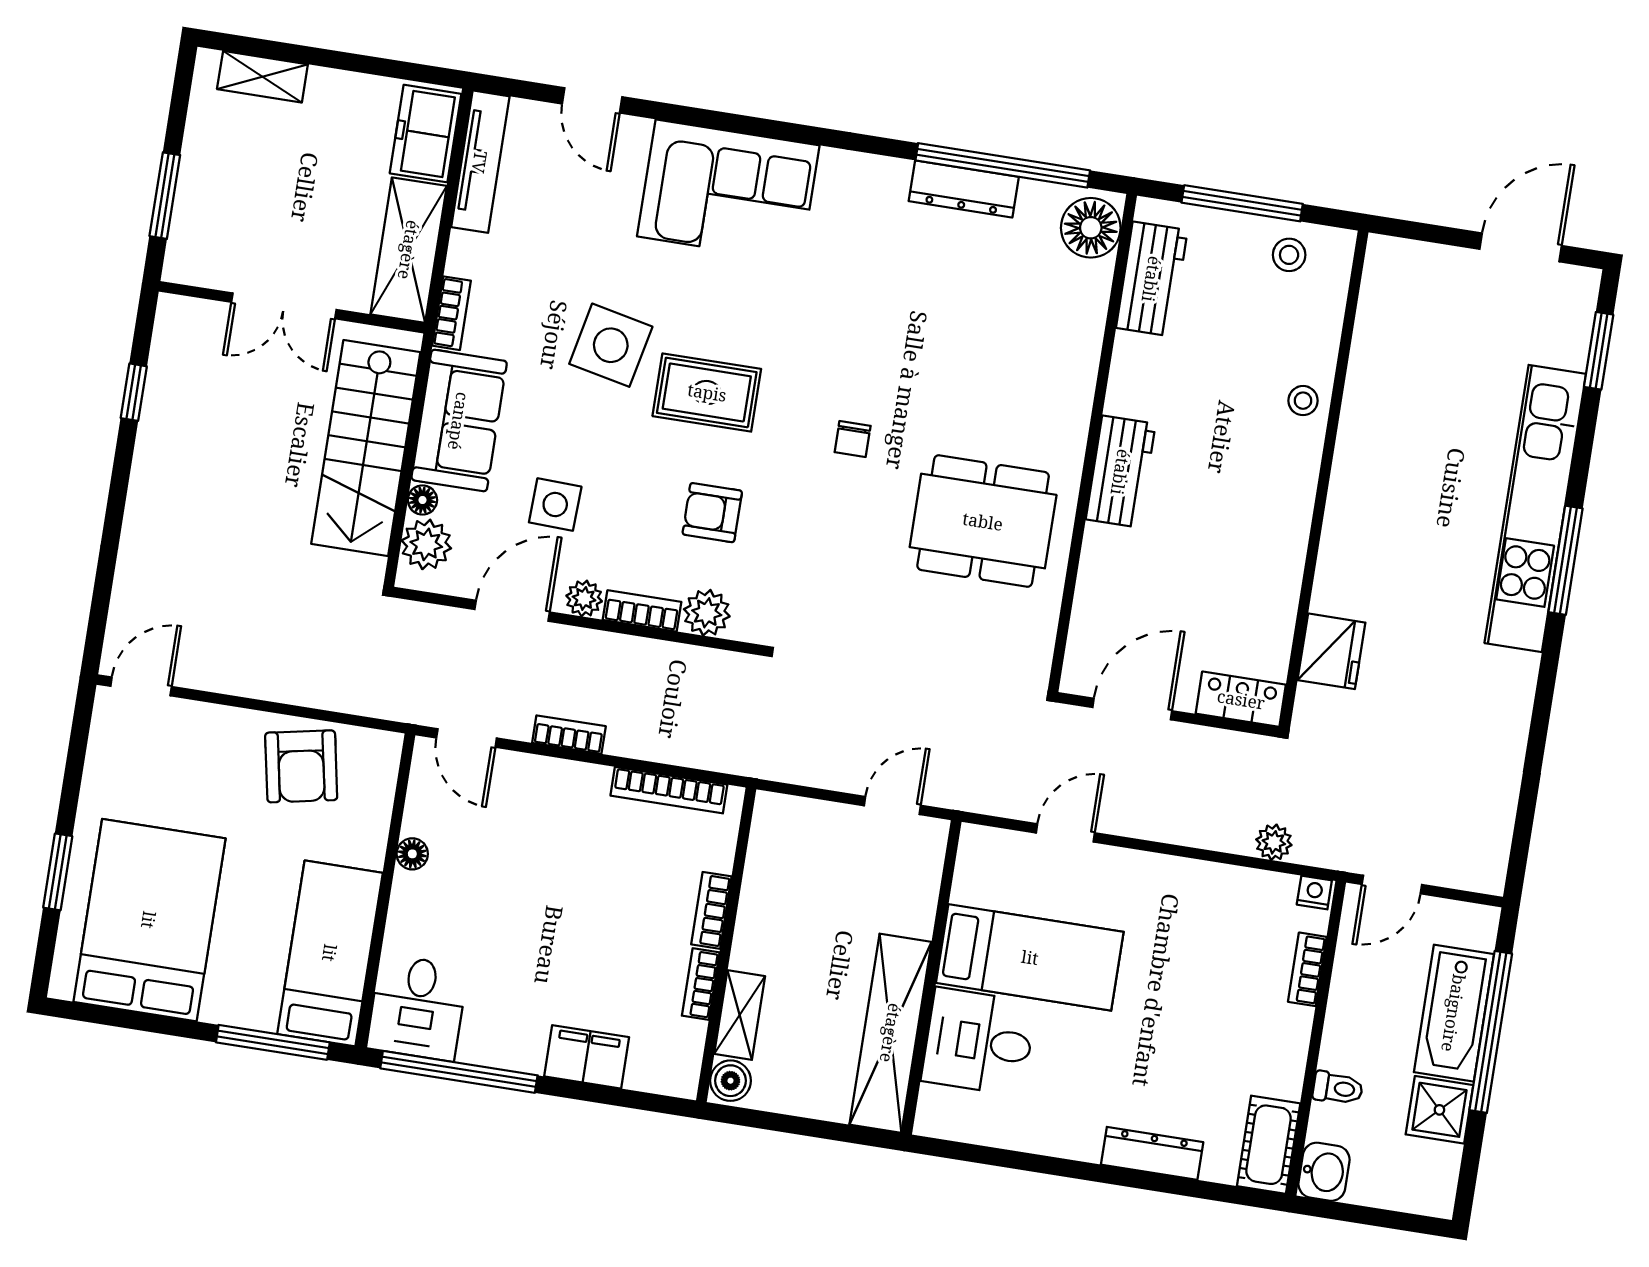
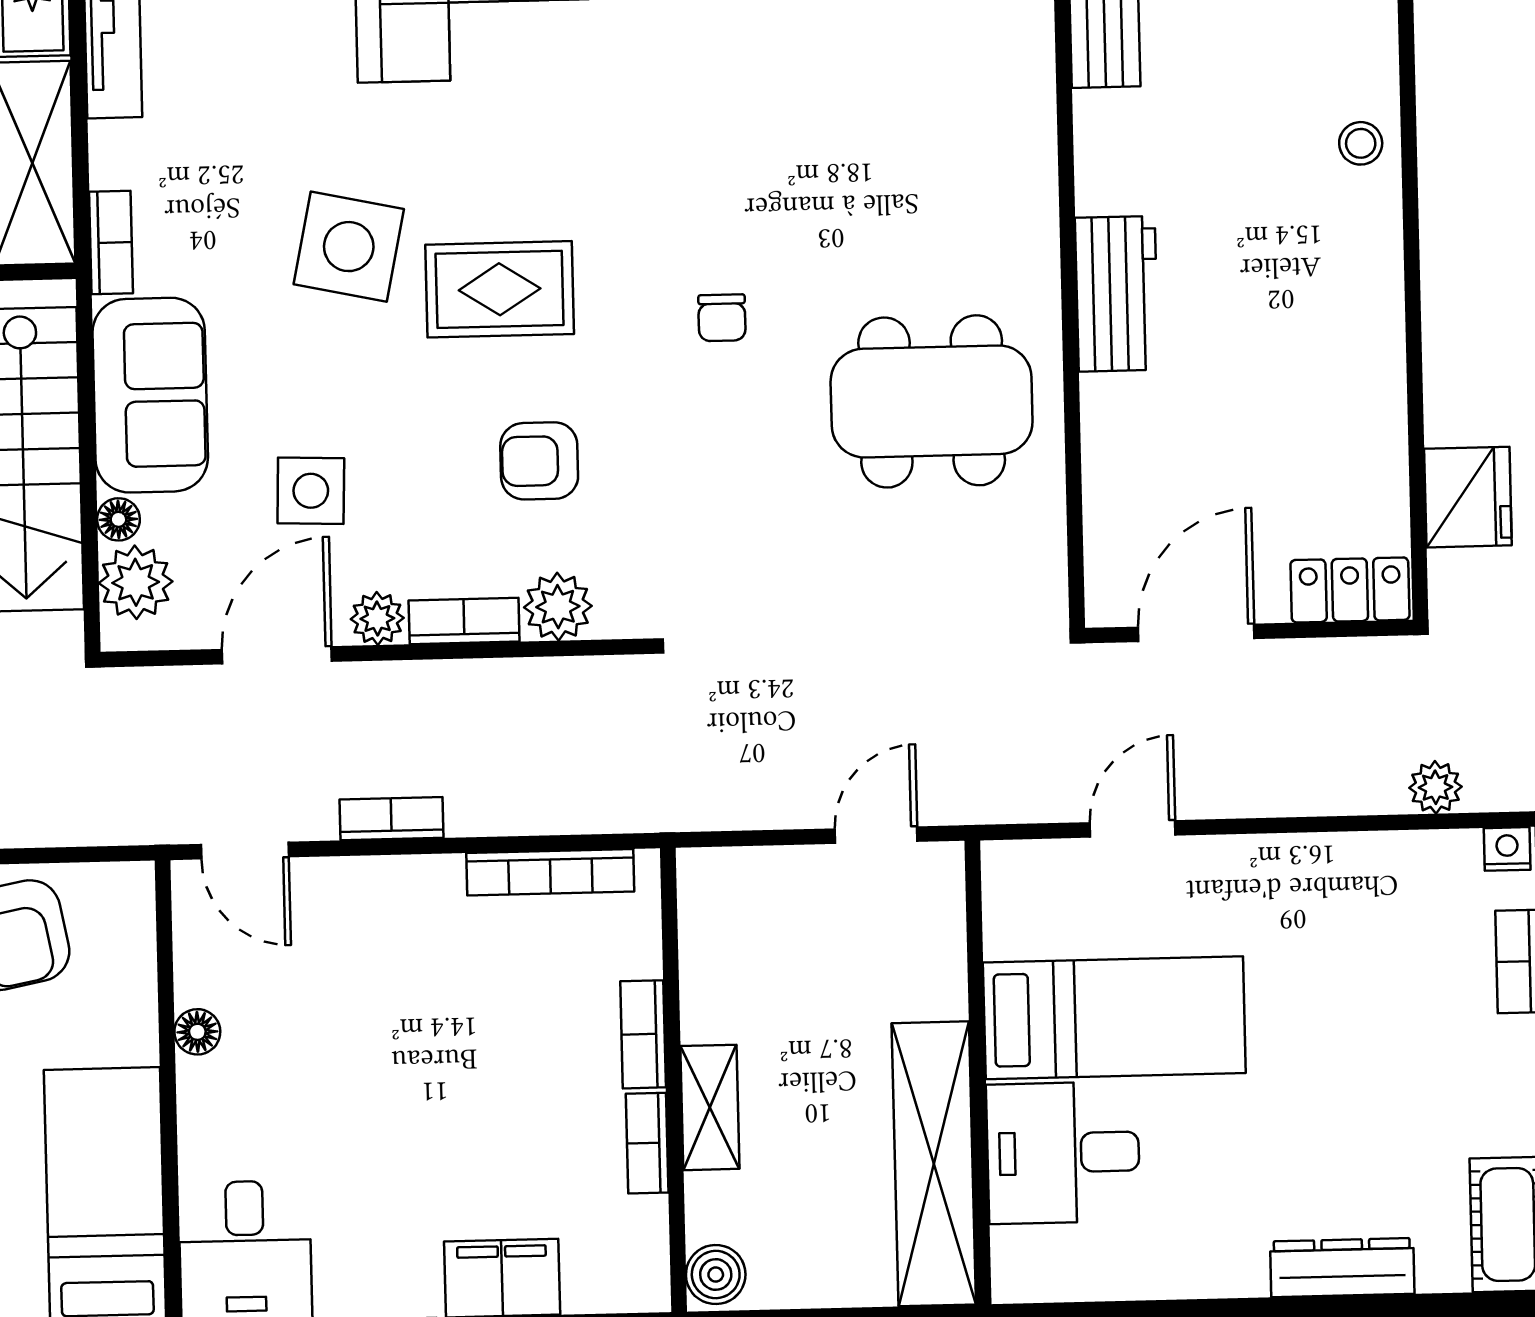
shelving: (740, 1015) -> (710, 1107), moved

